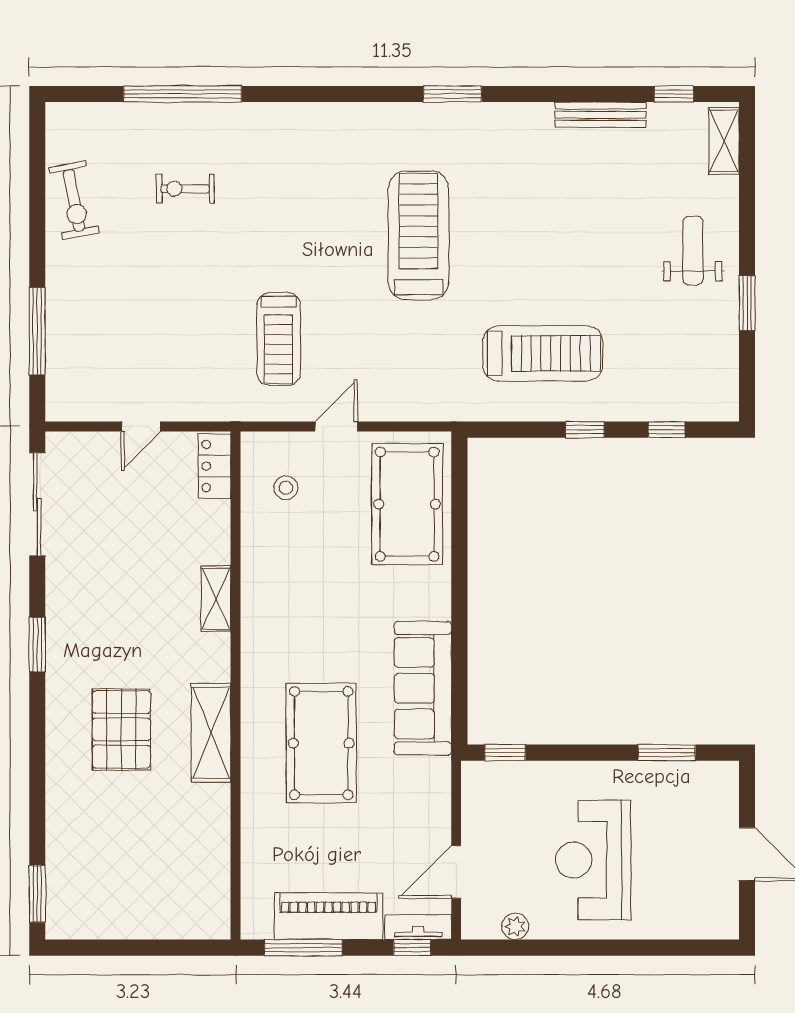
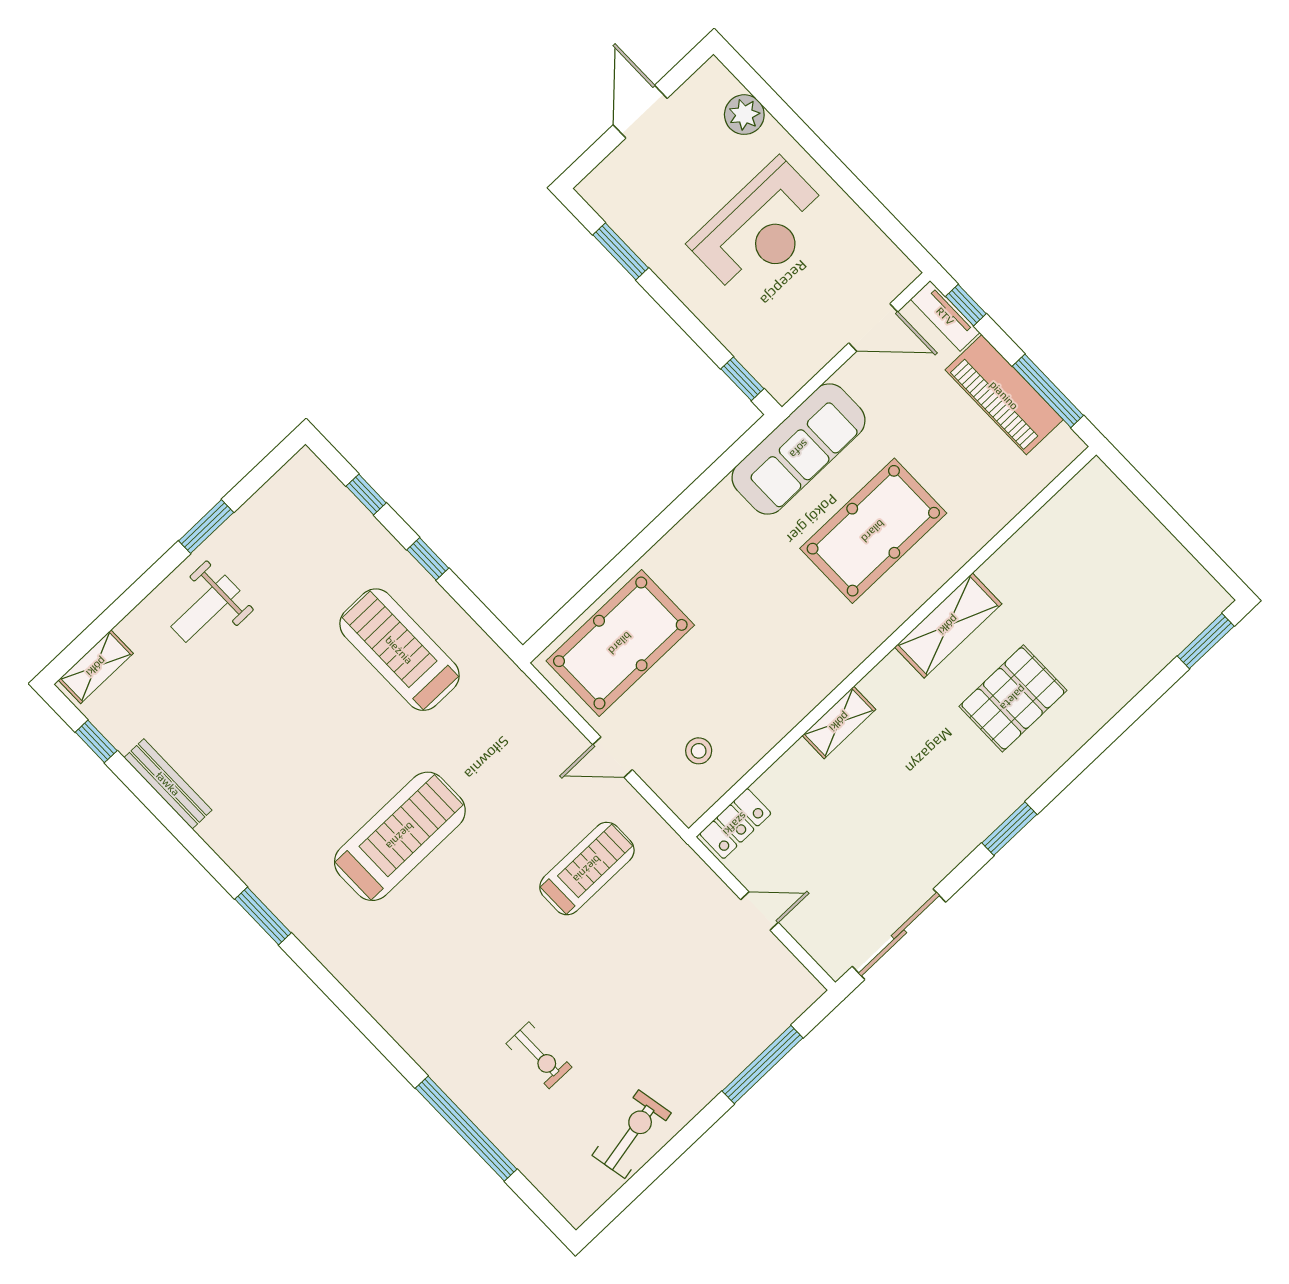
treadmill: (419, 235) -> (400, 836), turned 180
sofa: (423, 688) -> (799, 449), moved
plant: (515, 926) -> (744, 115), moved, width x1.38, depth x1.38

